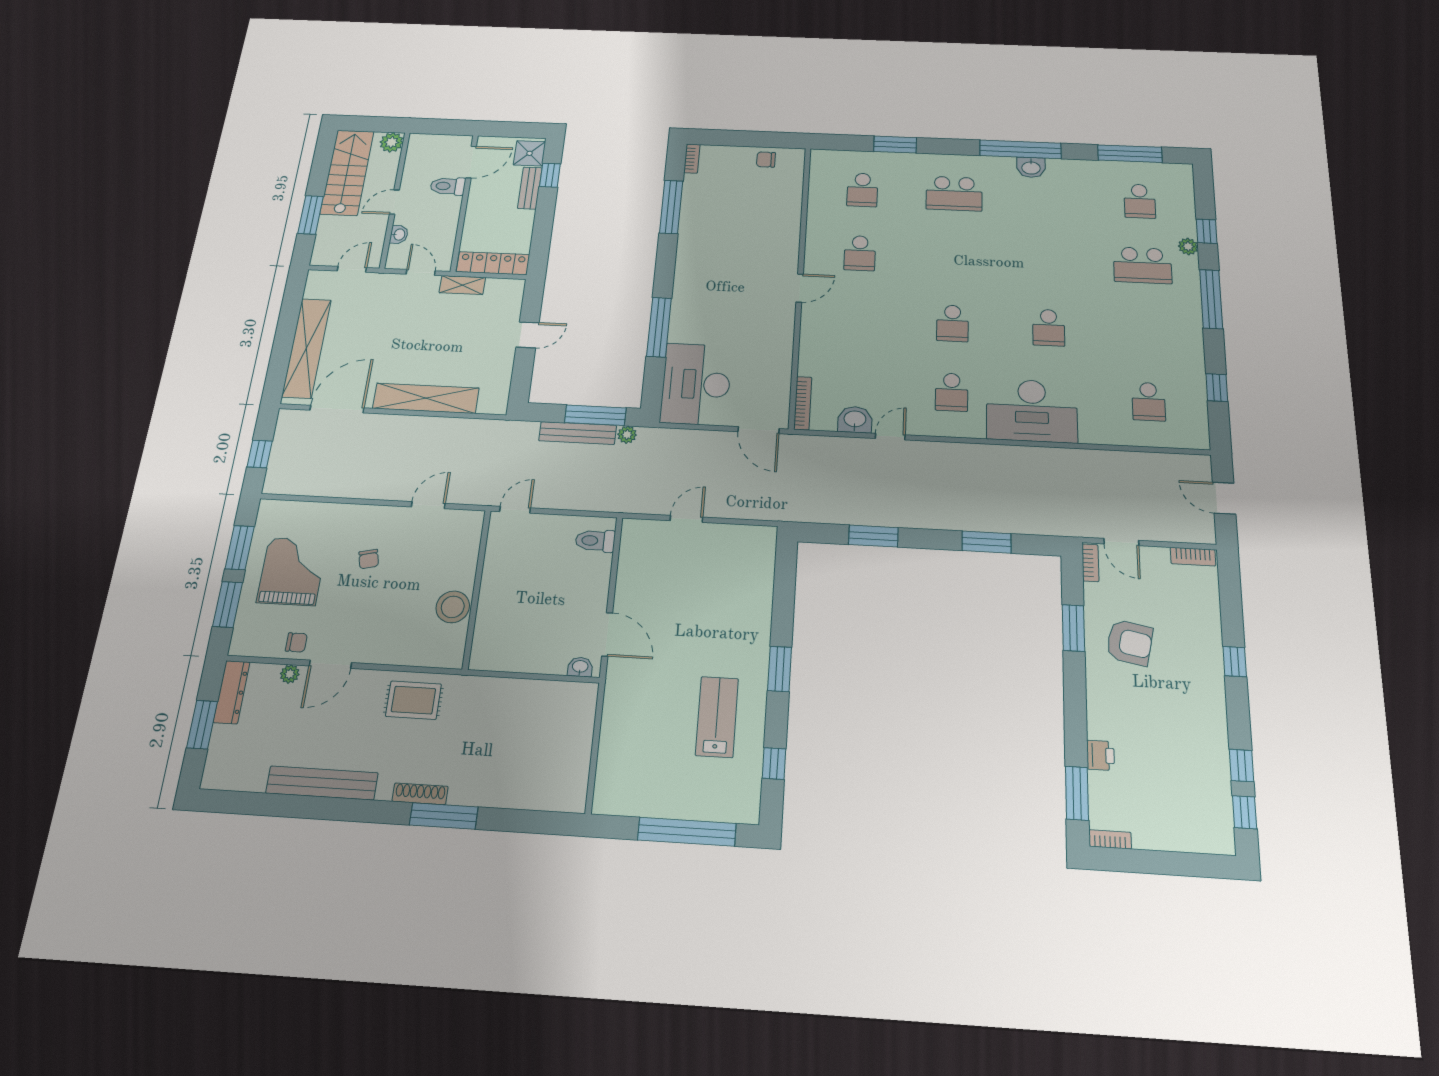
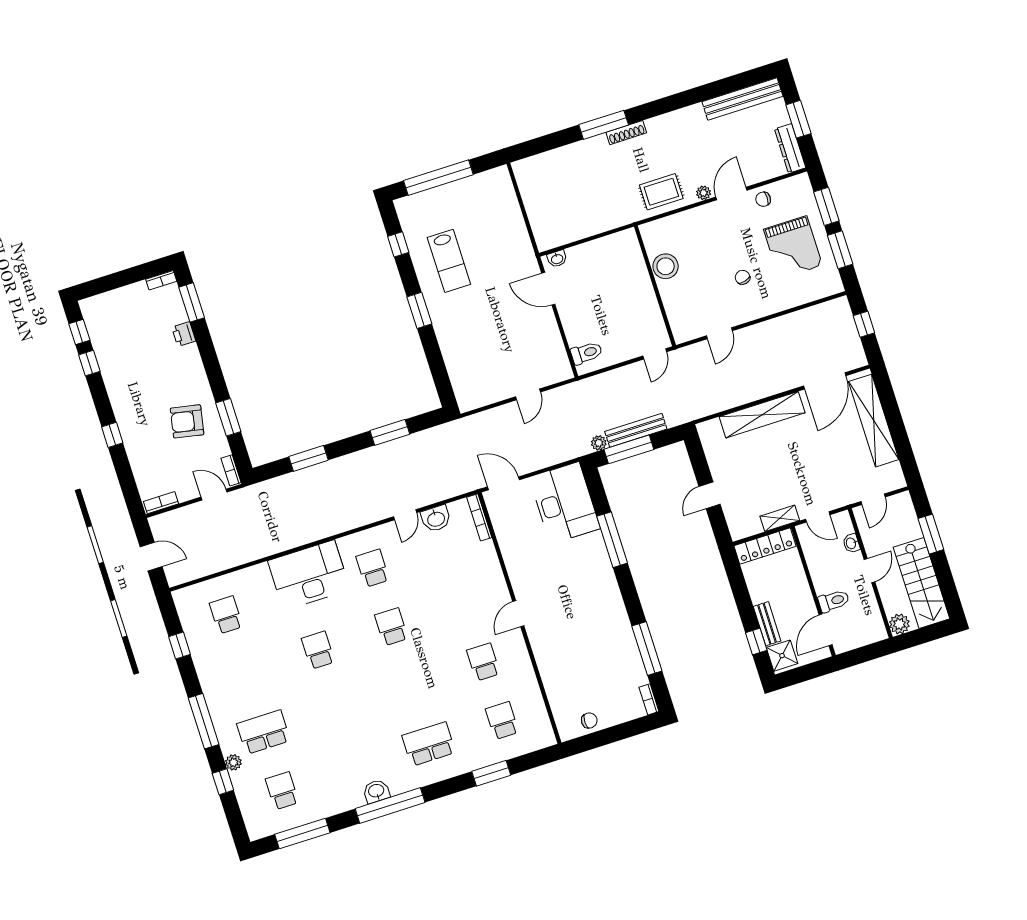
plant: (290, 674) -> (704, 193), moved
bench: (322, 783) -> (742, 99), moved

